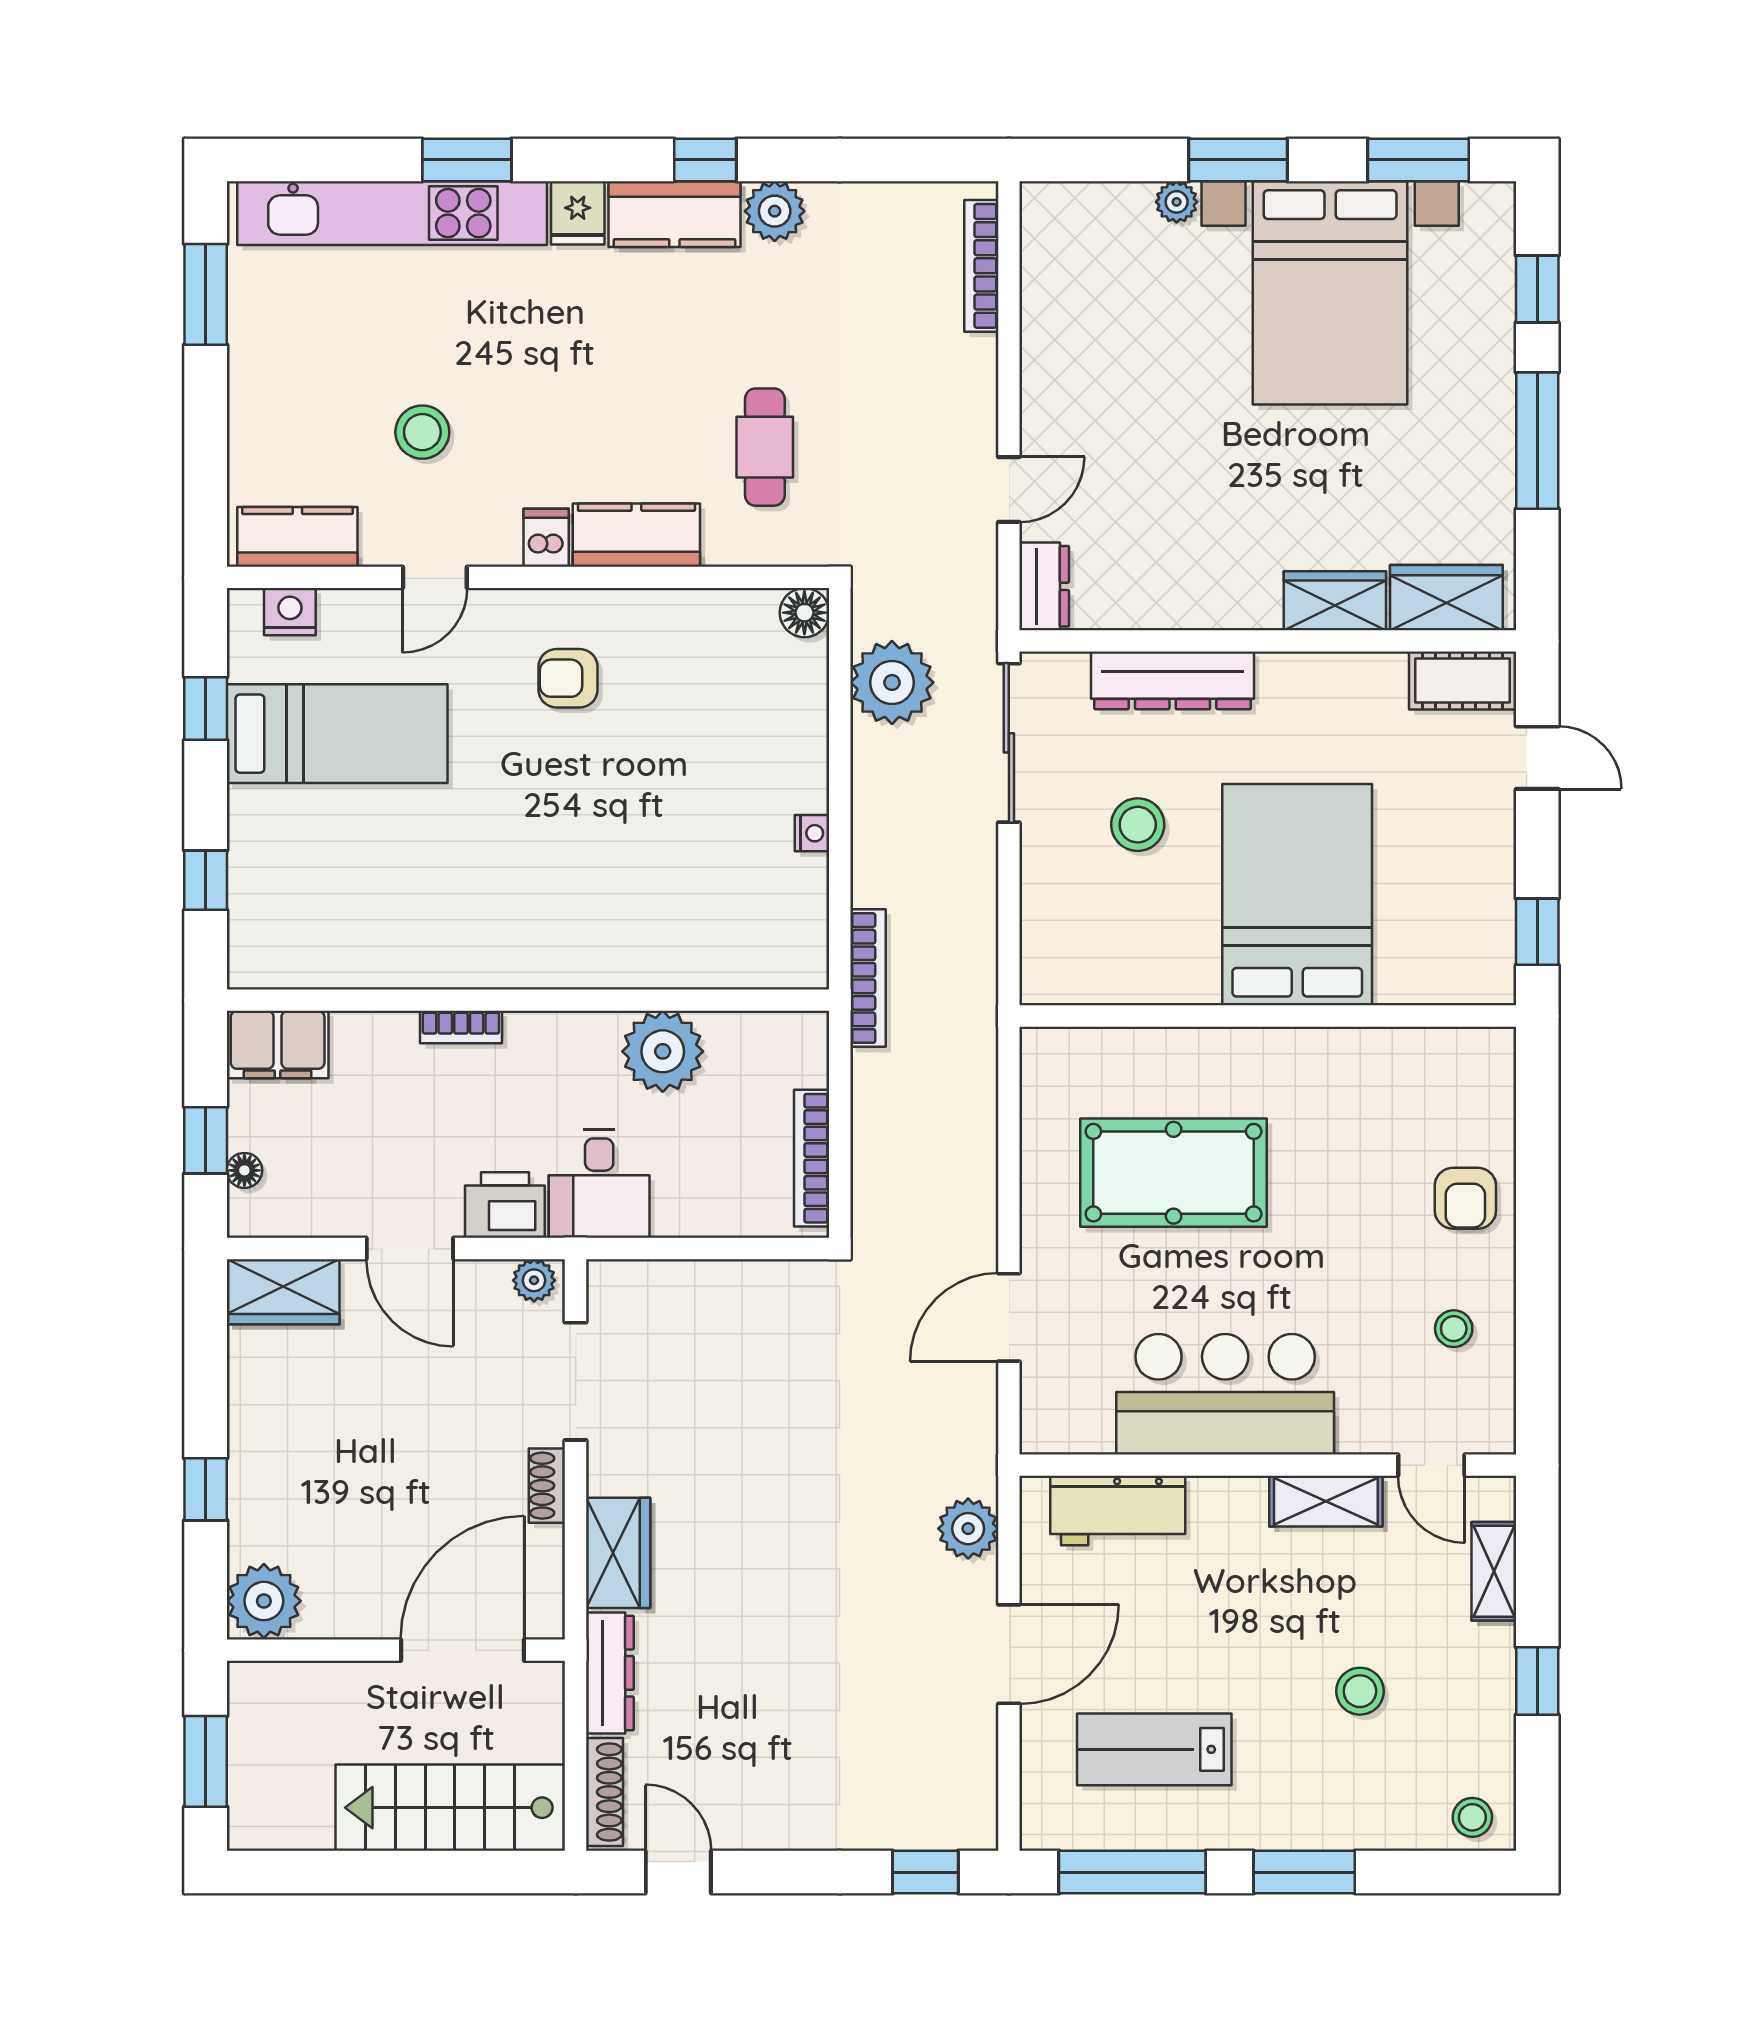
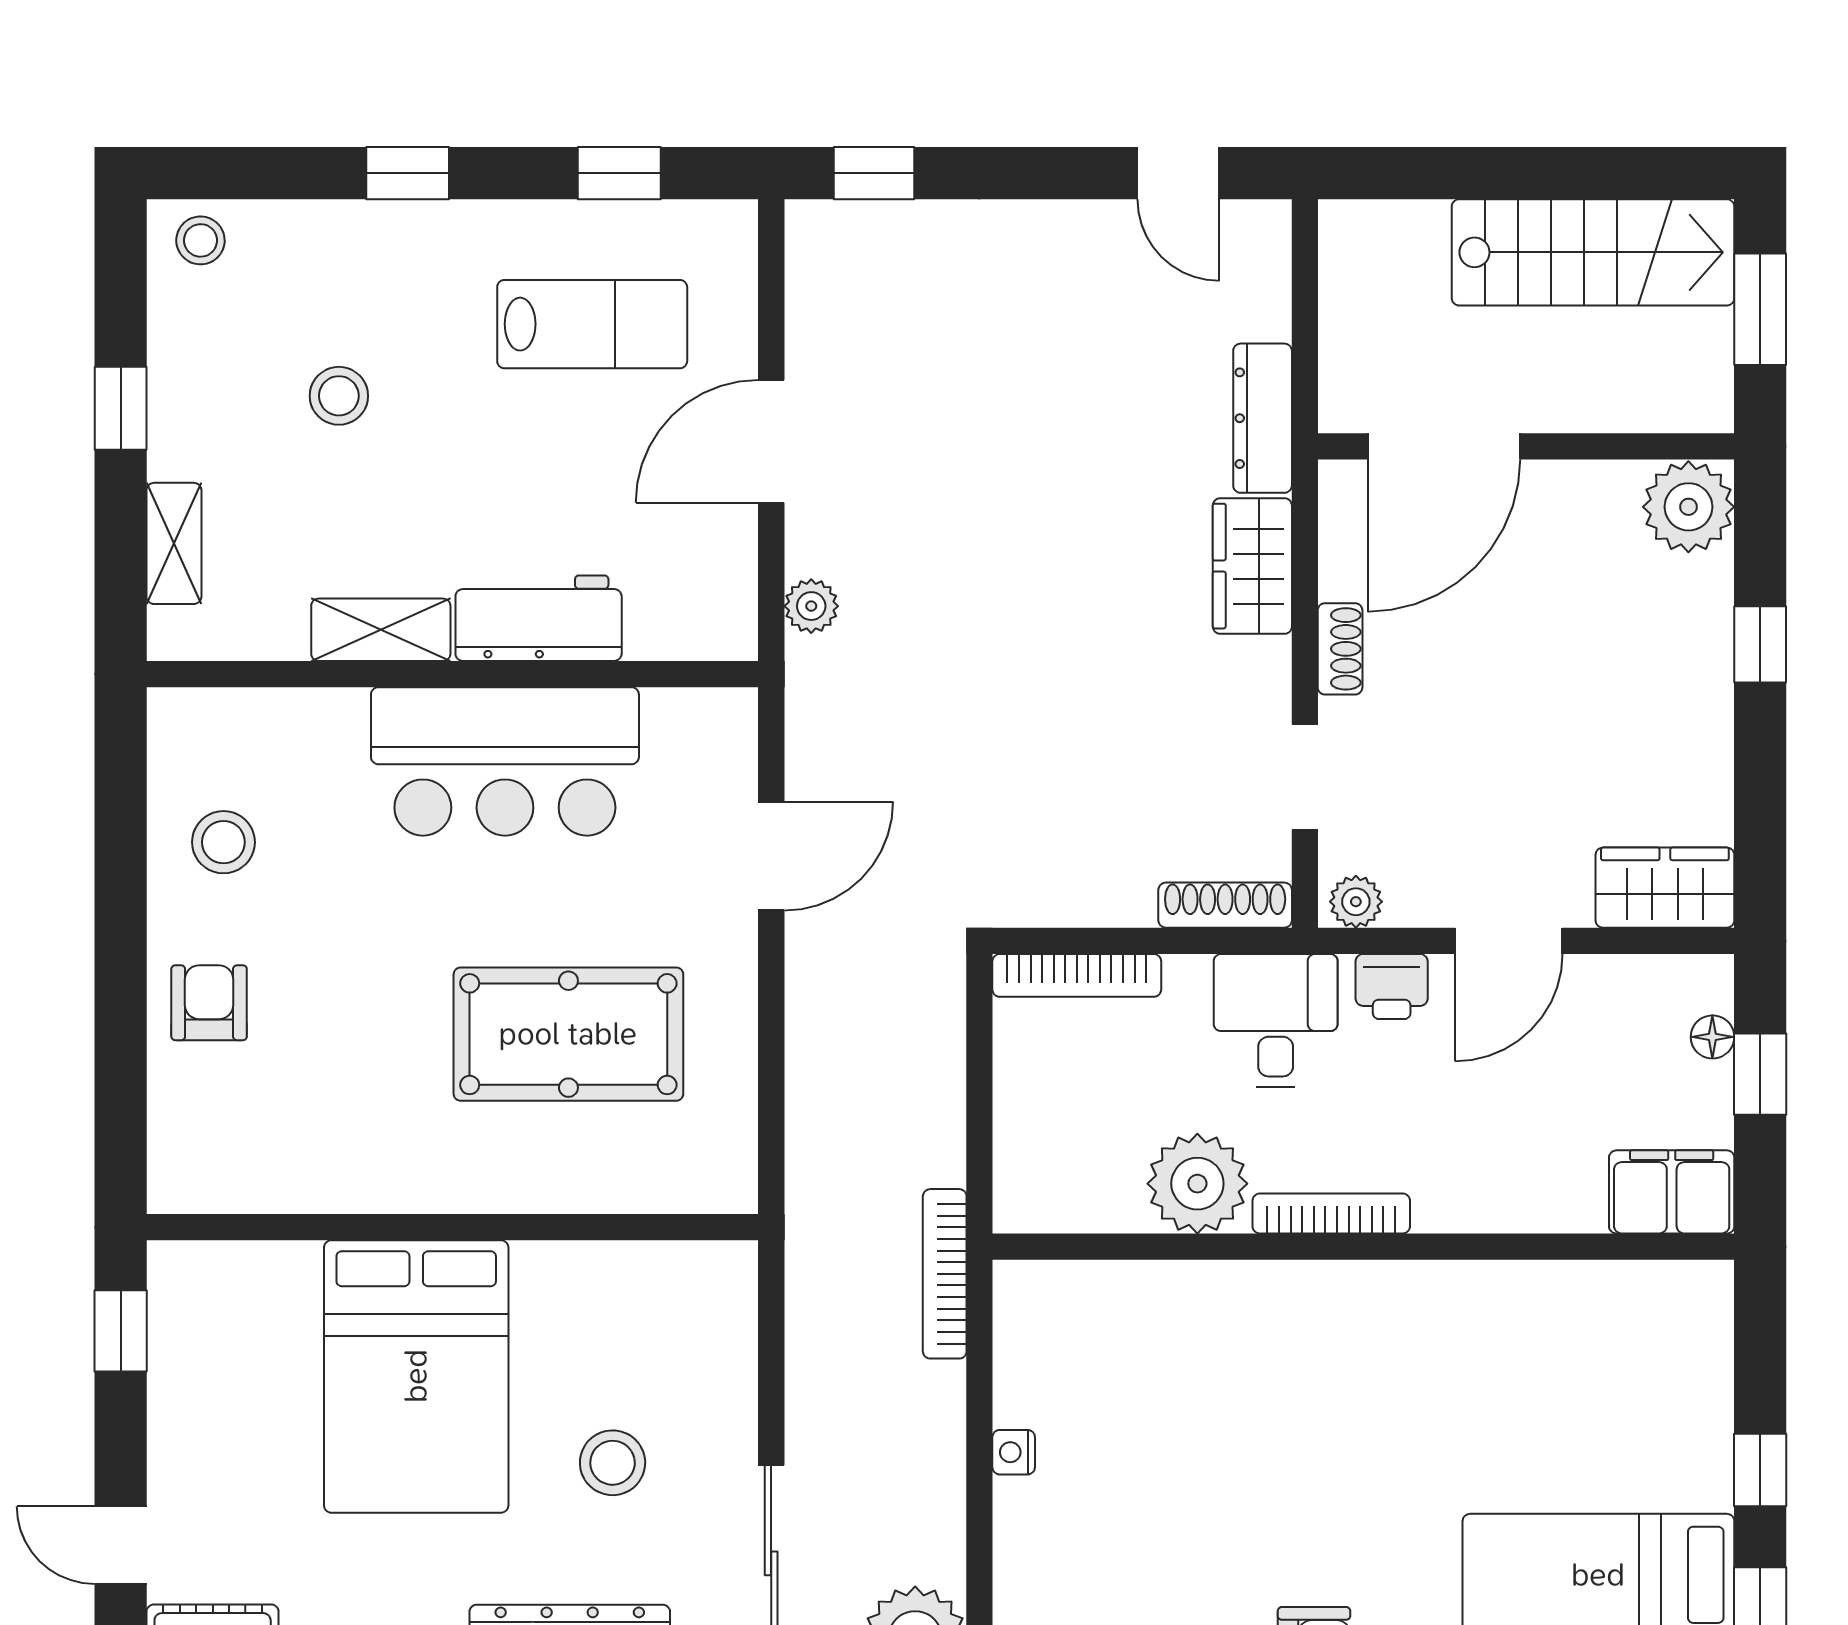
window: (206, 880) -> (1760, 1470), moved
bookcase: (461, 1027) -> (1331, 1213), moved, width x1.56
bookcase: (812, 1158) -> (1077, 975), moved, turned 90
printer: (505, 1205) -> (1392, 986), width x0.73, depth x0.81
door: (410, 1249) -> (1509, 941), swing flipped
stool: (1454, 1329) -> (223, 842), width x1.37, depth x1.37
doorway: (576, 1381) -> (1305, 777), width x0.73
door: (1431, 1465) -> (251, 674), removed
workbench: (1118, 1511) -> (539, 618), moved
plant: (968, 1529) -> (811, 606), width x0.73, depth x0.73
shoe rack: (604, 1792) -> (1225, 905), moved, turned 90
stairs: (450, 1808) -> (1593, 252), moved
window: (1132, 1872) -> (619, 173), width x0.46
window: (1304, 1872) -> (408, 173), width x0.67

